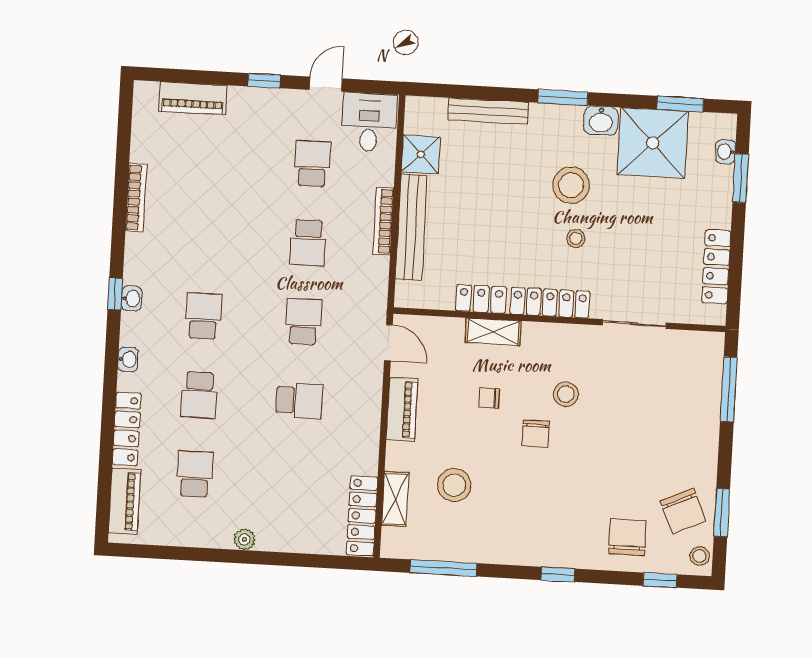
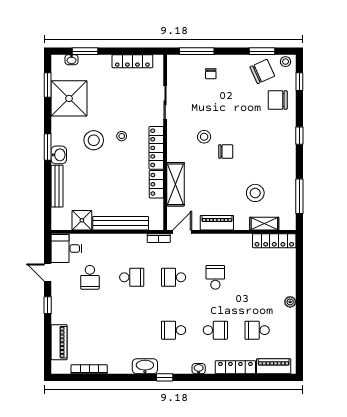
washbasin: (601, 121) -> (59, 155), moved
school desk: (312, 163) -> (90, 277), turned -90
bookcase: (136, 198) -> (89, 369), moved
bookcase: (383, 221) -> (159, 238), moved, width x0.64
washbasin: (132, 299) -> (145, 366), moved, width x1.91, depth x1.45
shelving: (493, 332) -> (175, 184), width x1.50, depth x1.33
chair: (489, 398) -> (211, 74), moved

